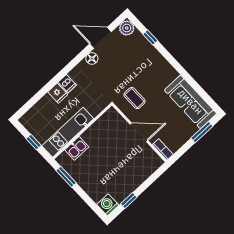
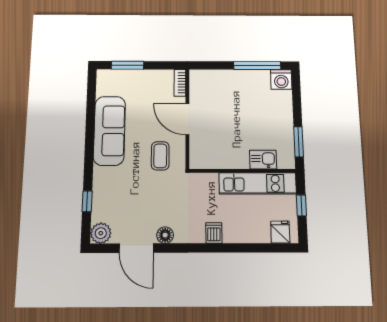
fridge: (58, 93) -> (280, 232), moved
sofa: (190, 102) -> (109, 131), moved
window: (129, 201) -> (257, 66), width x2.17

